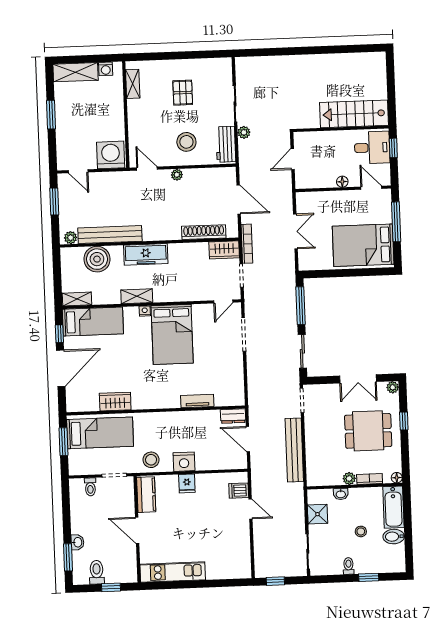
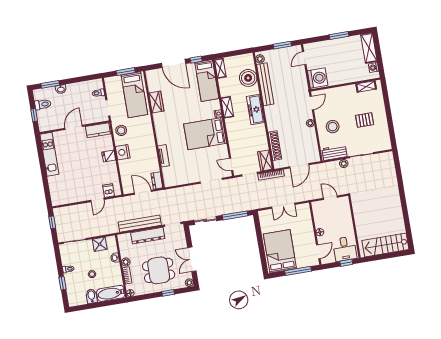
stairs: (354, 114) -> (385, 245), moved, turned -90
dining table: (368, 431) -> (159, 270), turned 90
door: (248, 439) -> (143, 192), hinge flipped
dresser: (314, 440) -> (148, 236), added

